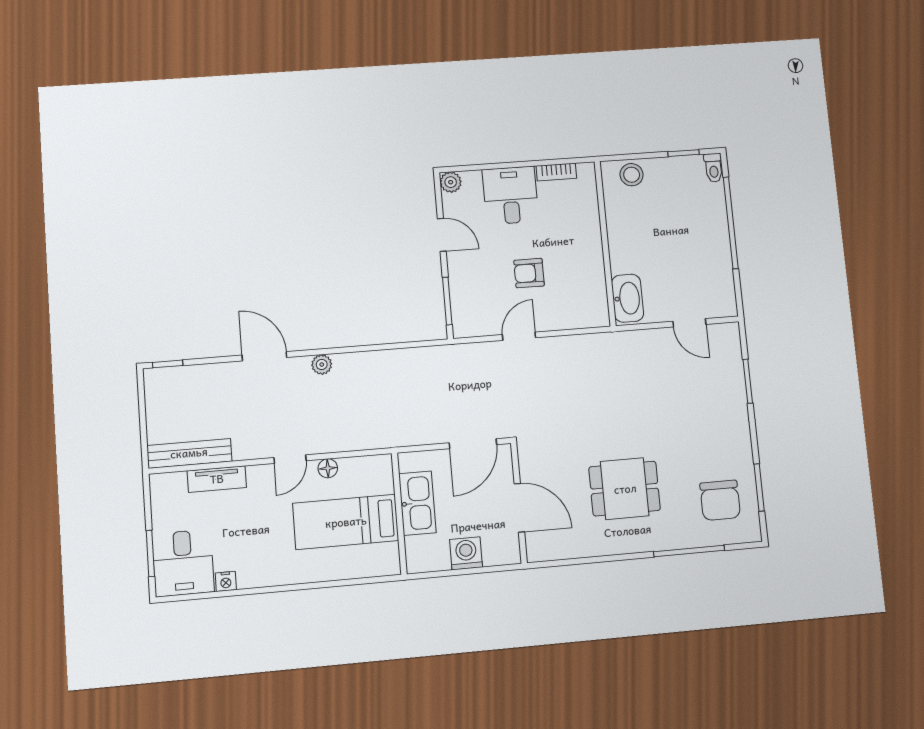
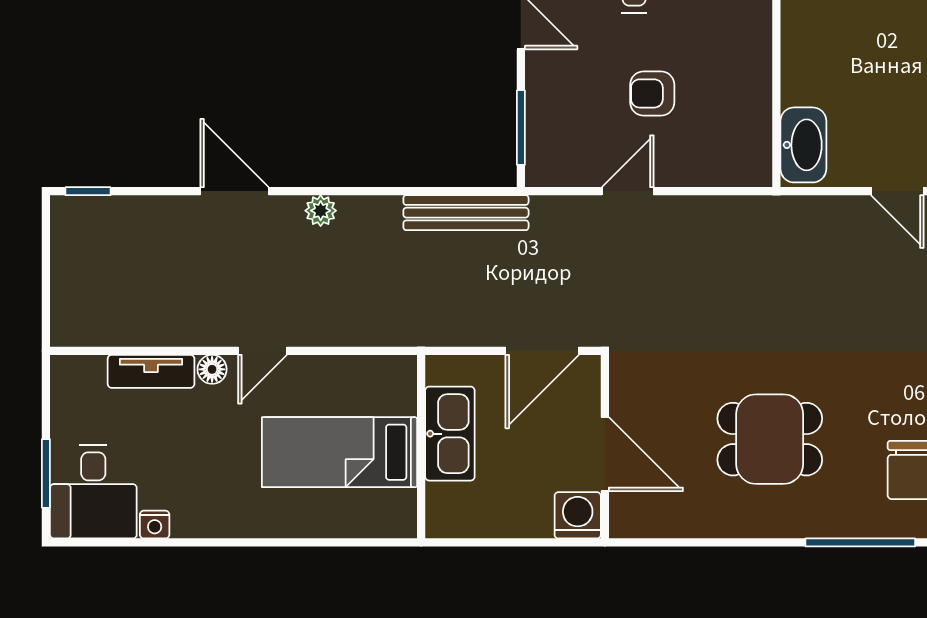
bench: (189, 453) -> (466, 213), moved
floor lamp: (328, 468) -> (212, 369), moved
washing machine: (466, 553) -> (578, 515), moved

